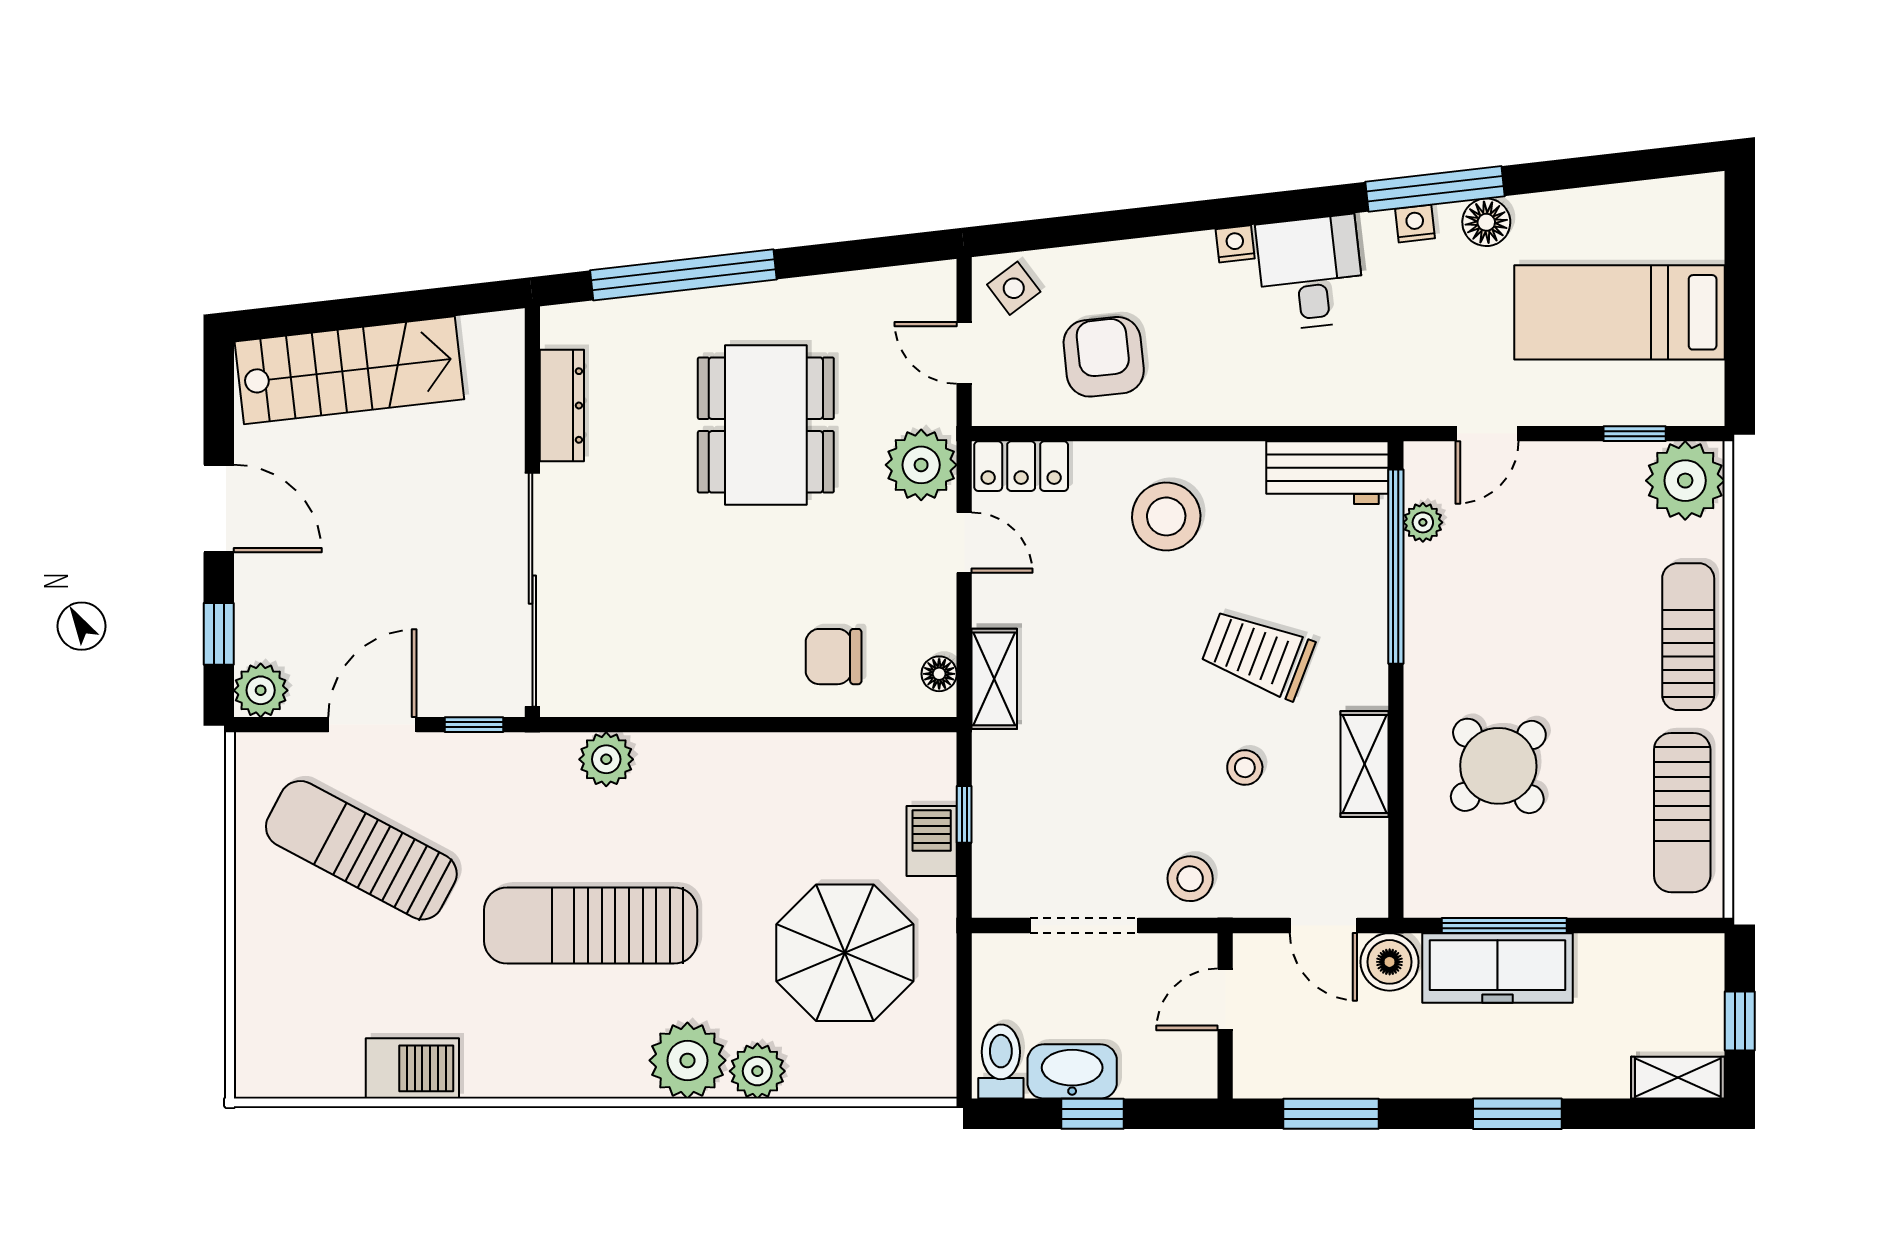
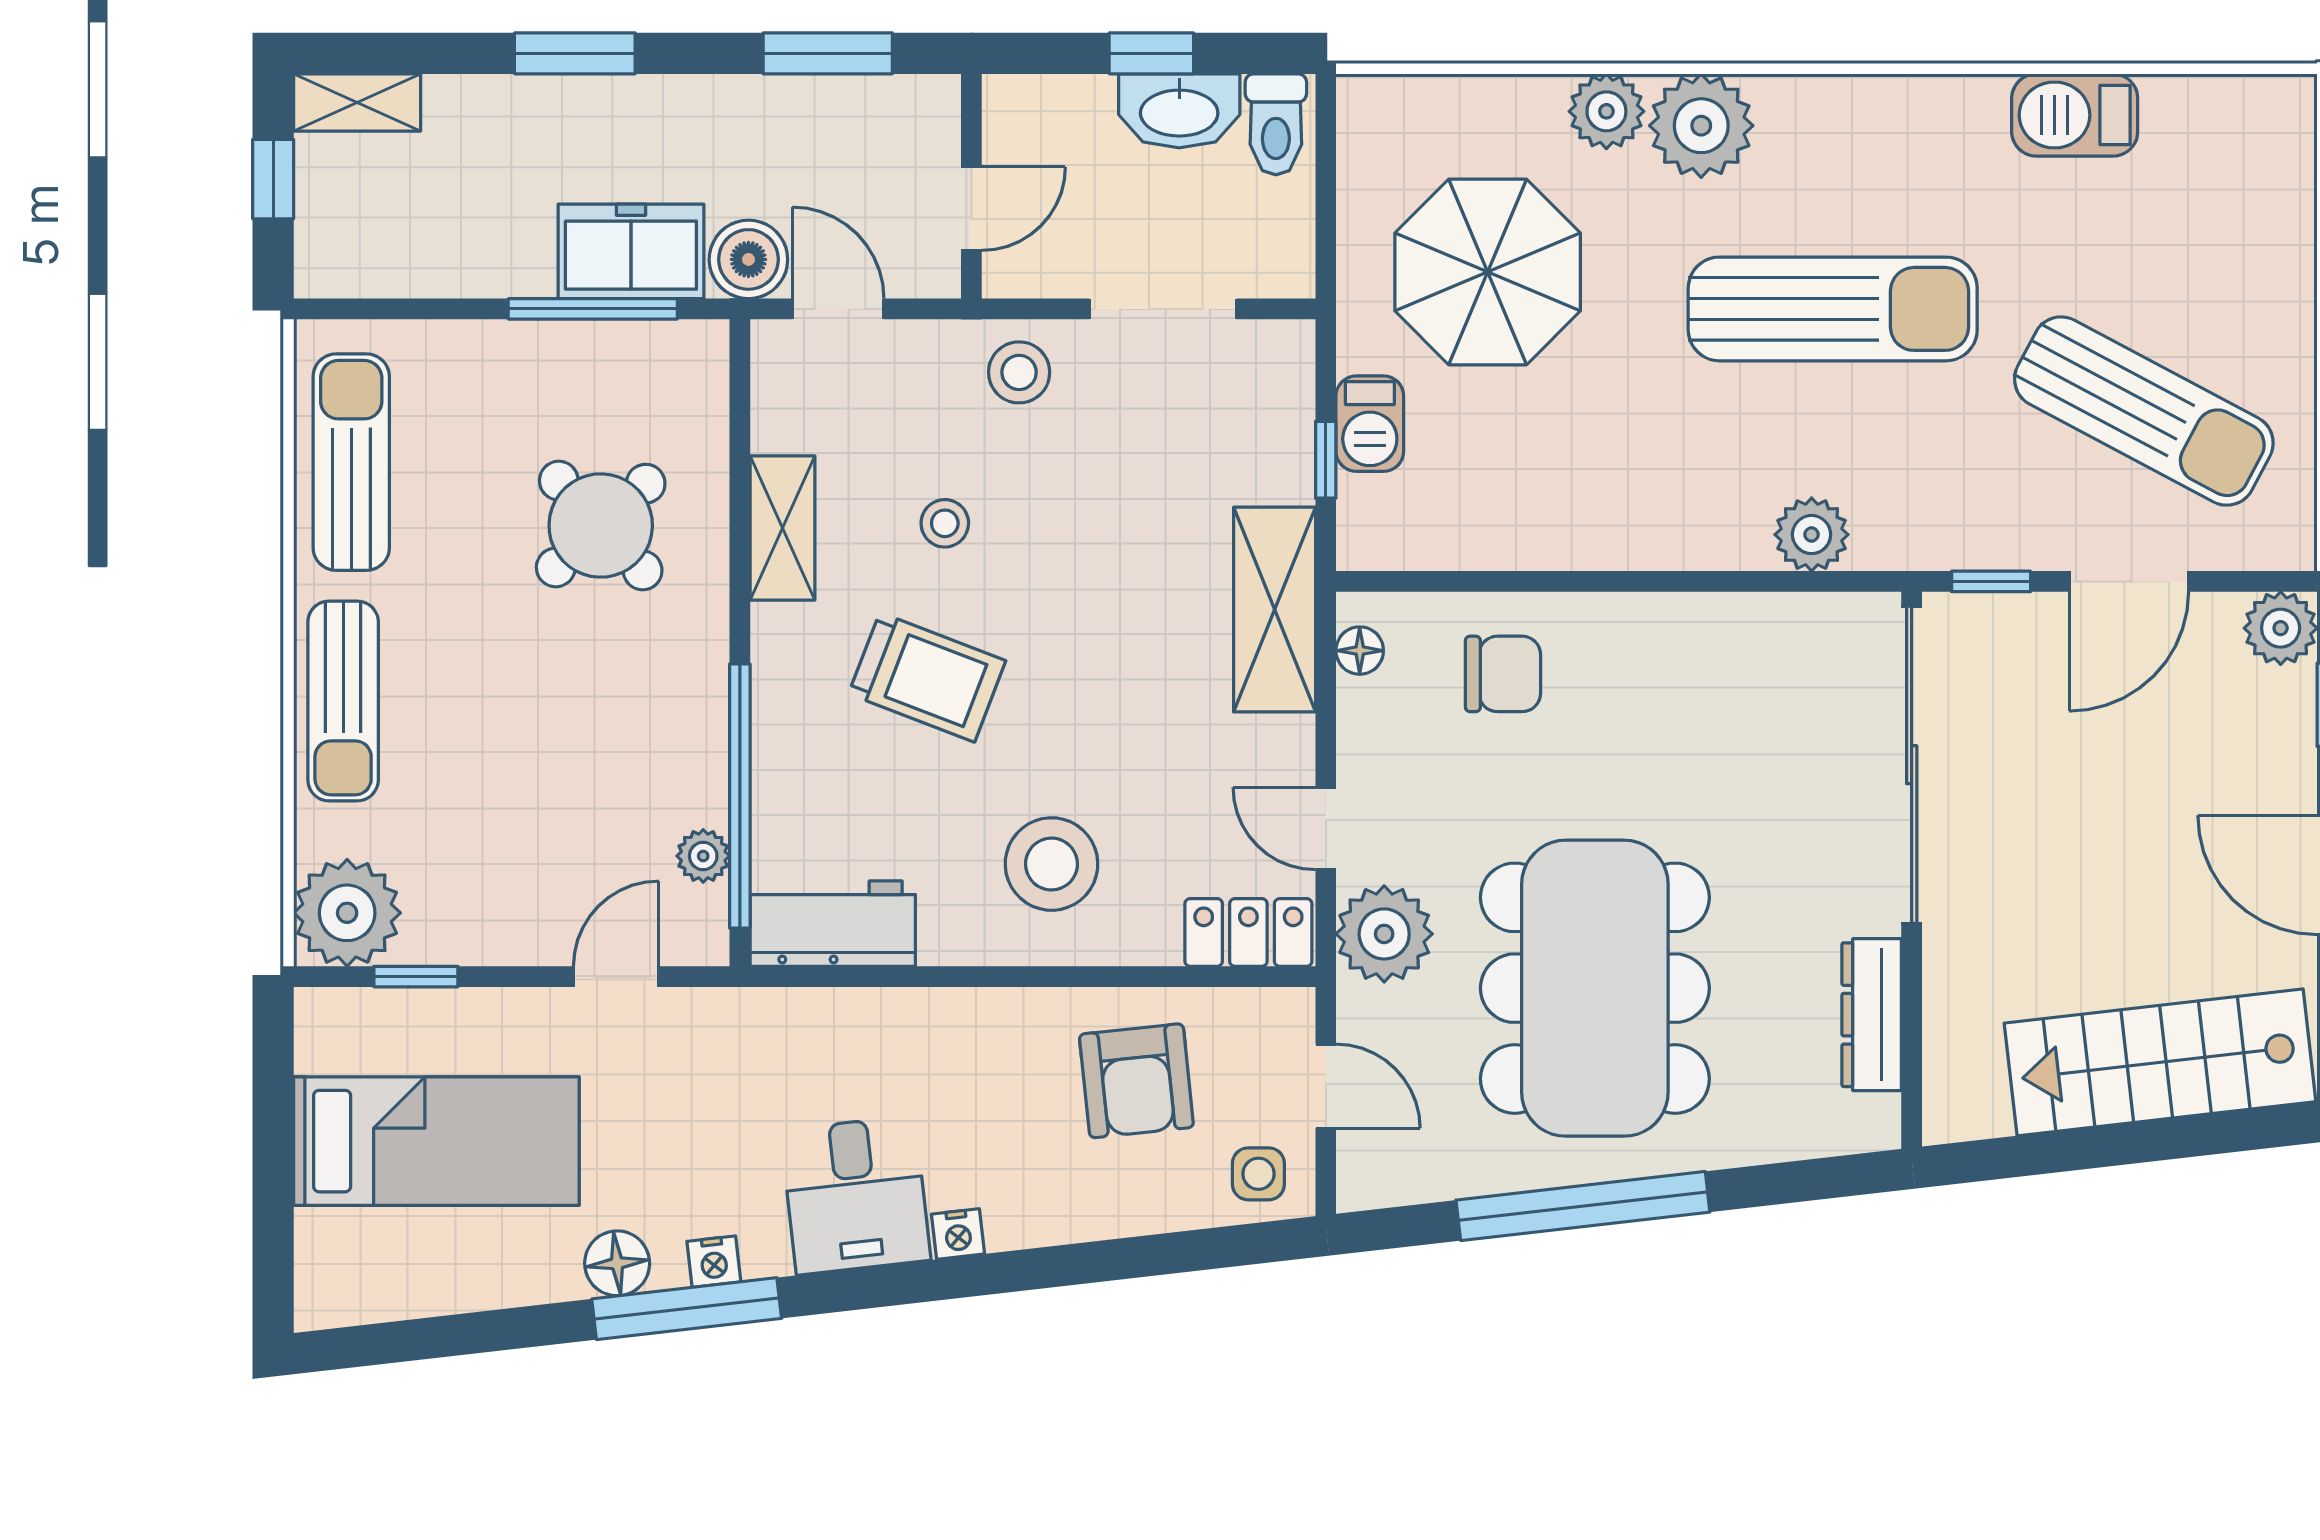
window: (683, 275) -> (1583, 1206), moved
side table: (1014, 288) -> (1258, 1174), turned 37
dining table: (766, 425) -> (1595, 988), width x1.36, depth x1.24
shelving: (994, 679) -> (1275, 610), width x1.50, depth x1.33
freezer: (1498, 968) -> (631, 251), width x0.71

